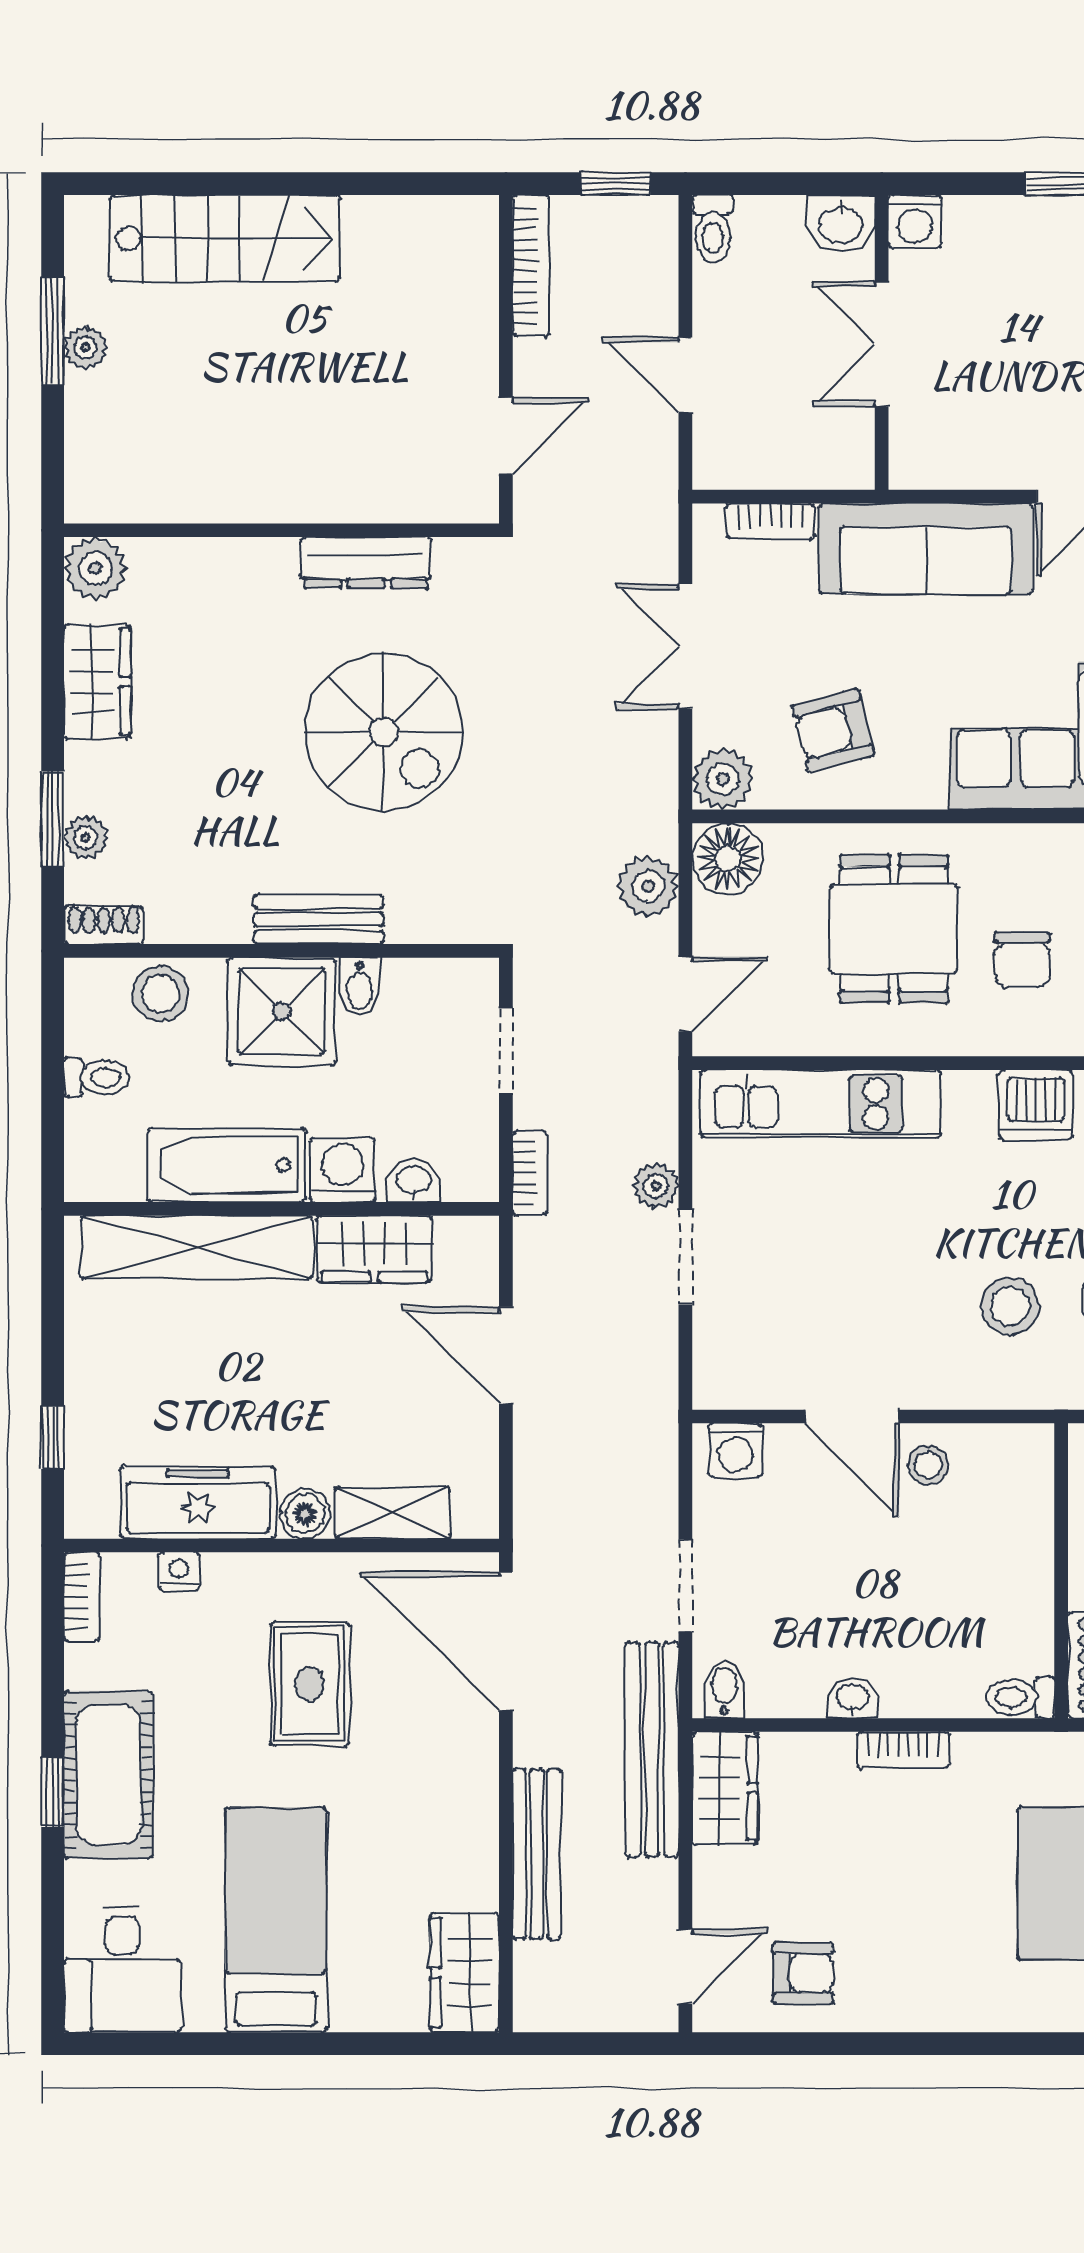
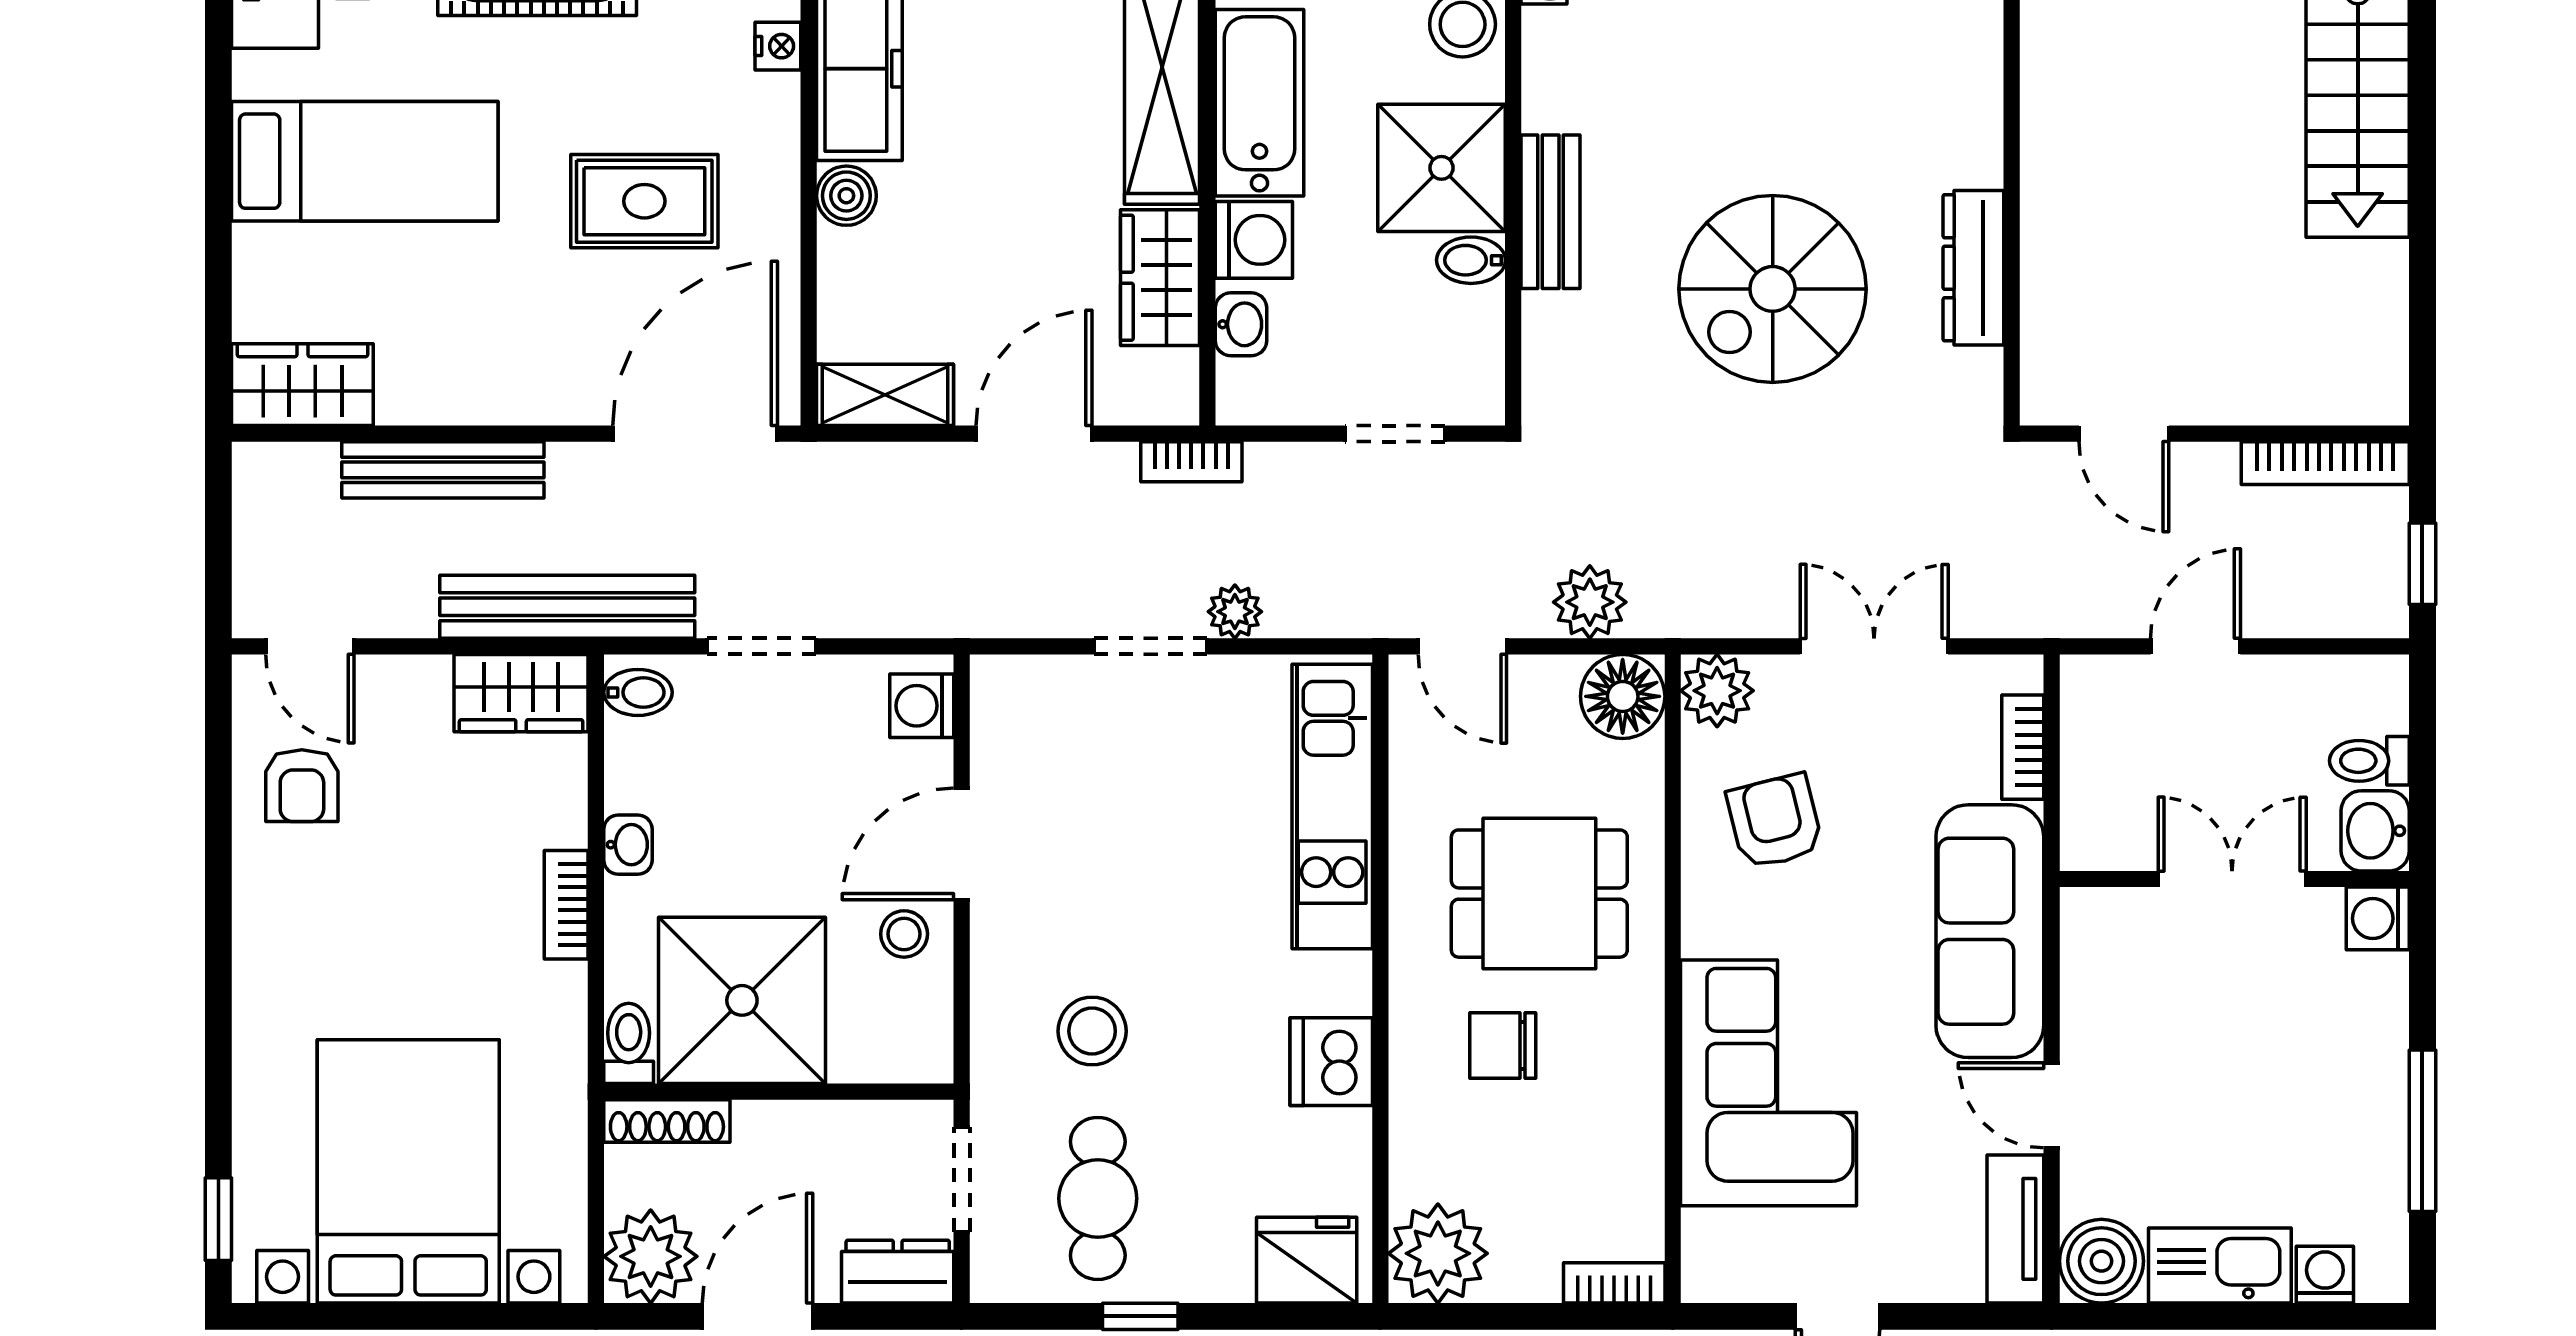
toilet: (713, 228) -> (2369, 761), moved
bookcase: (530, 1173) -> (1191, 462), moved
shelving: (392, 1513) -> (885, 395), moved, turned 90
shower: (984, 1602) -> (742, 1000), added

